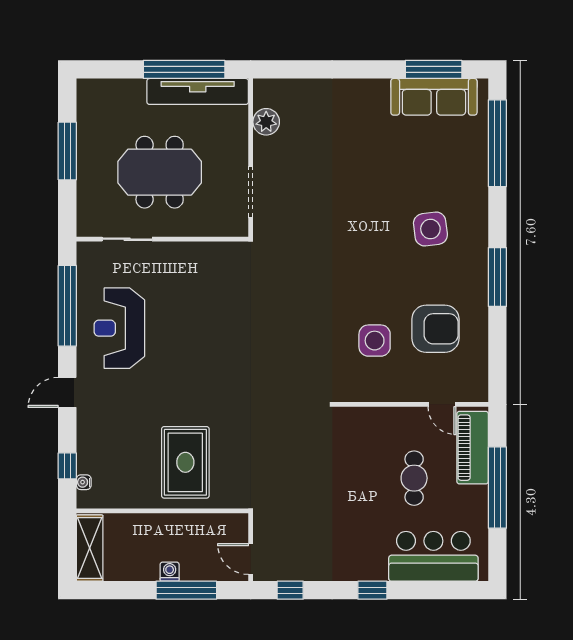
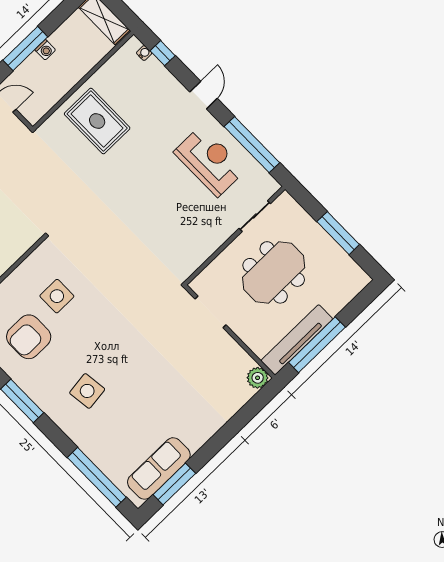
plant: (266, 122) -> (258, 378), moved

